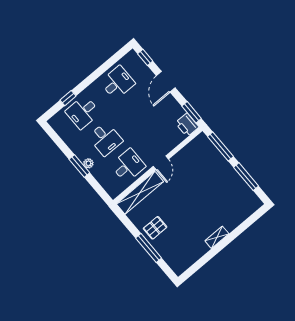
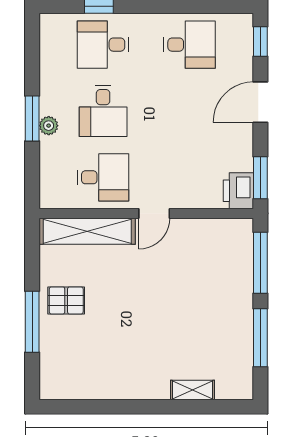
shelving: (217, 237) -> (192, 390), moved

